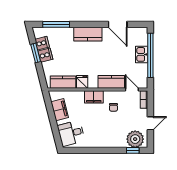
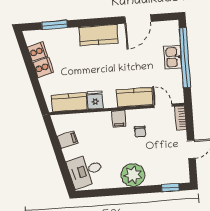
window: (56, 24) -> (55, 25), width x0.69
door: (118, 24) -> (138, 19), hinge flipped
window: (36, 53) -> (30, 66), removed
filing cabinet: (94, 97) -> (119, 119), width x0.50
filing cabinet: (60, 110) -> (68, 140), width x0.50
plant: (135, 139) -> (133, 175), moved

